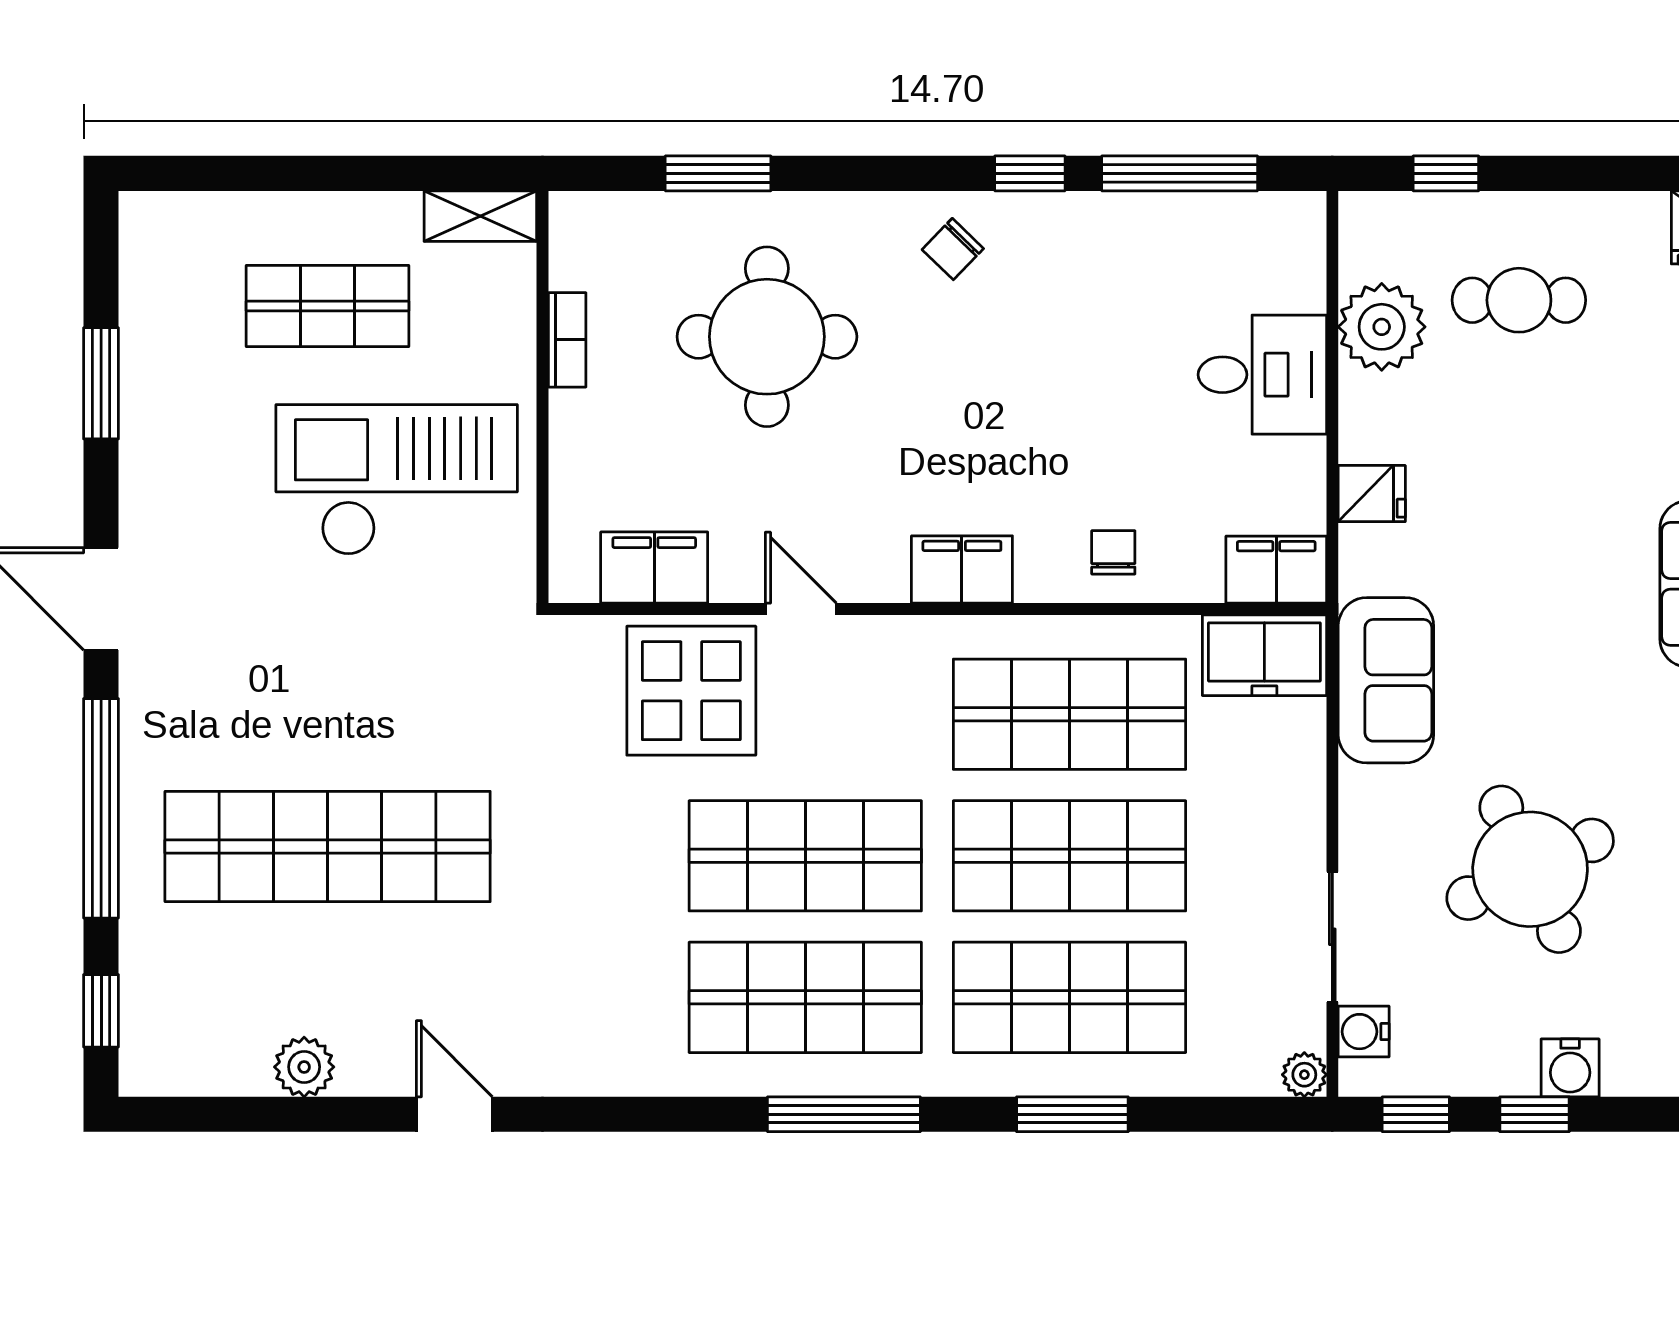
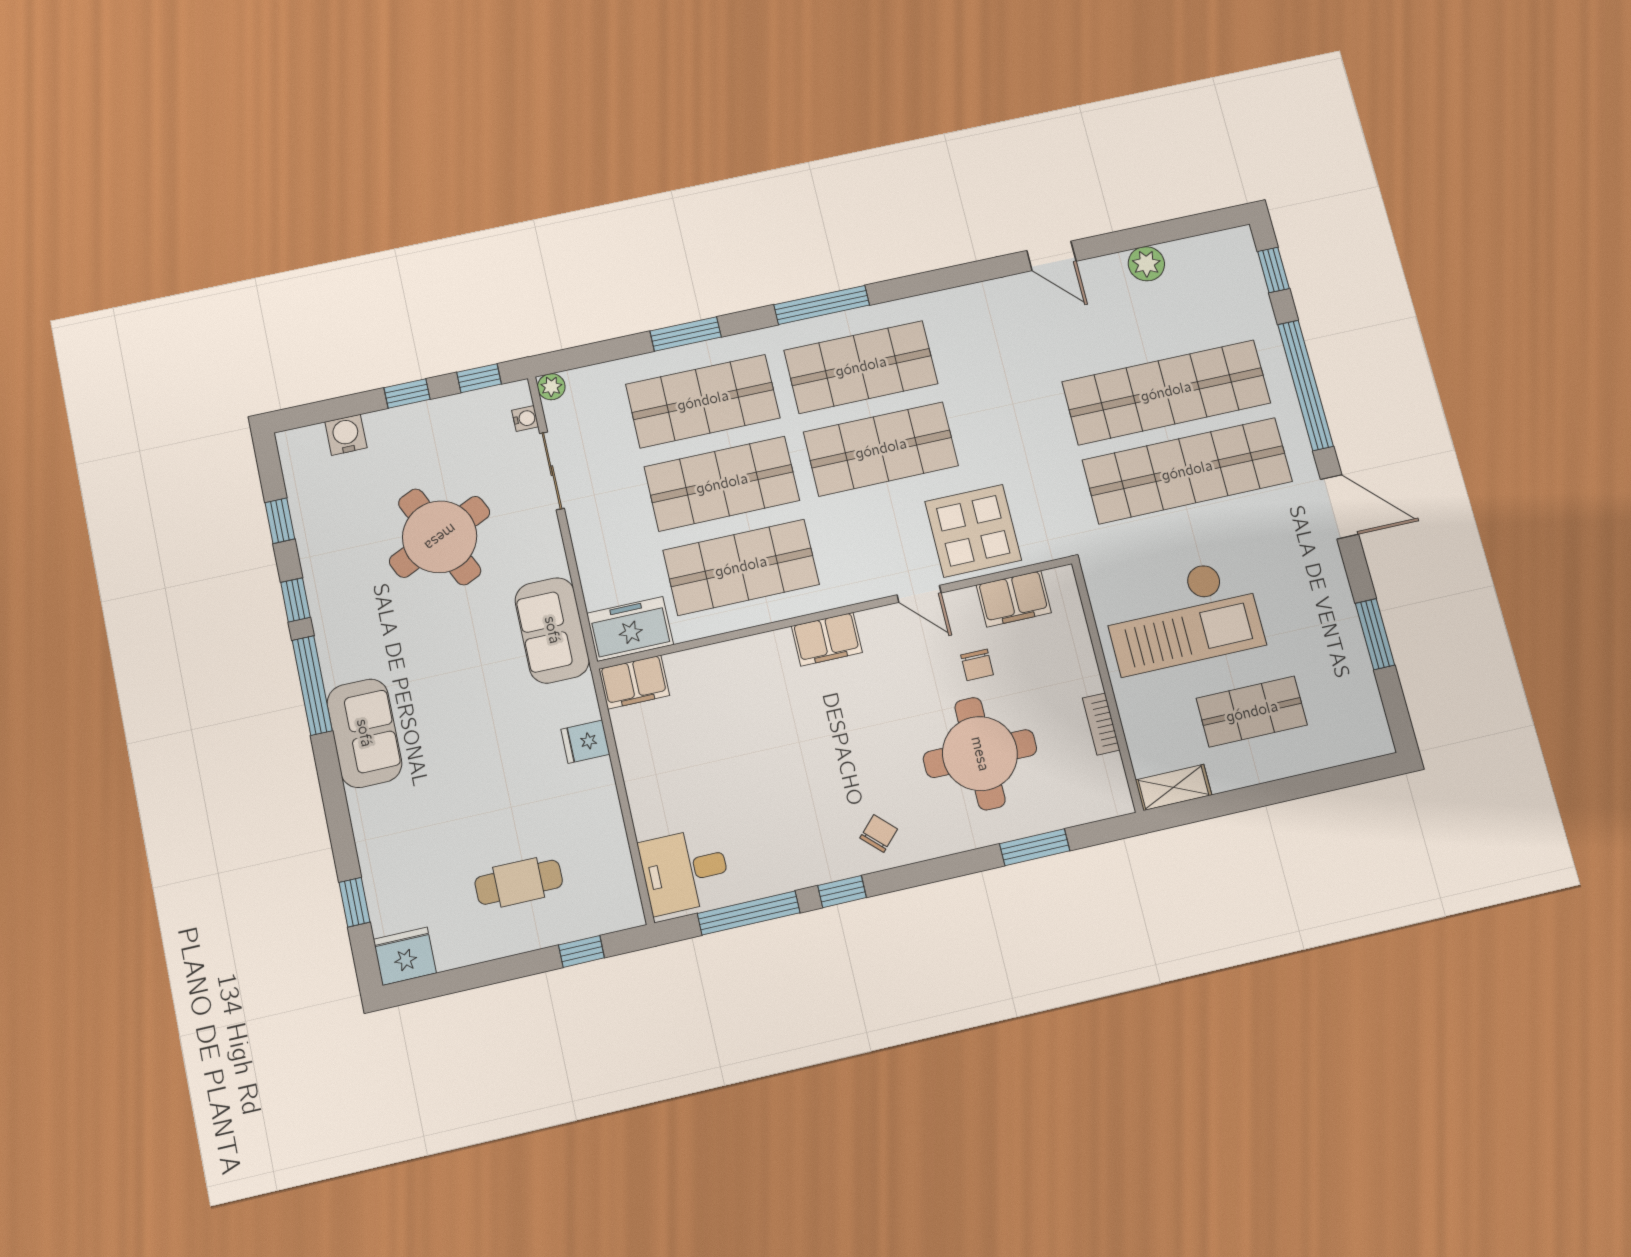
plant: (1382, 327) -> (601, 846), removed
desk: (1262, 375) -> (685, 871), moved
chair: (1113, 552) -> (977, 665), moved
shop shelf: (328, 711) -> (1187, 471), added
water cooler: (1364, 1032) -> (525, 418), width x0.72, depth x0.72
water cooler: (1570, 1068) -> (346, 435), moved

